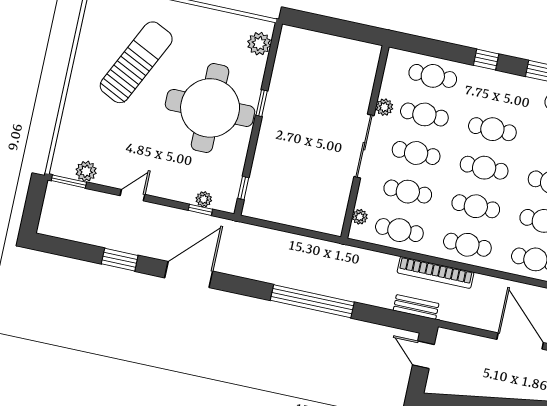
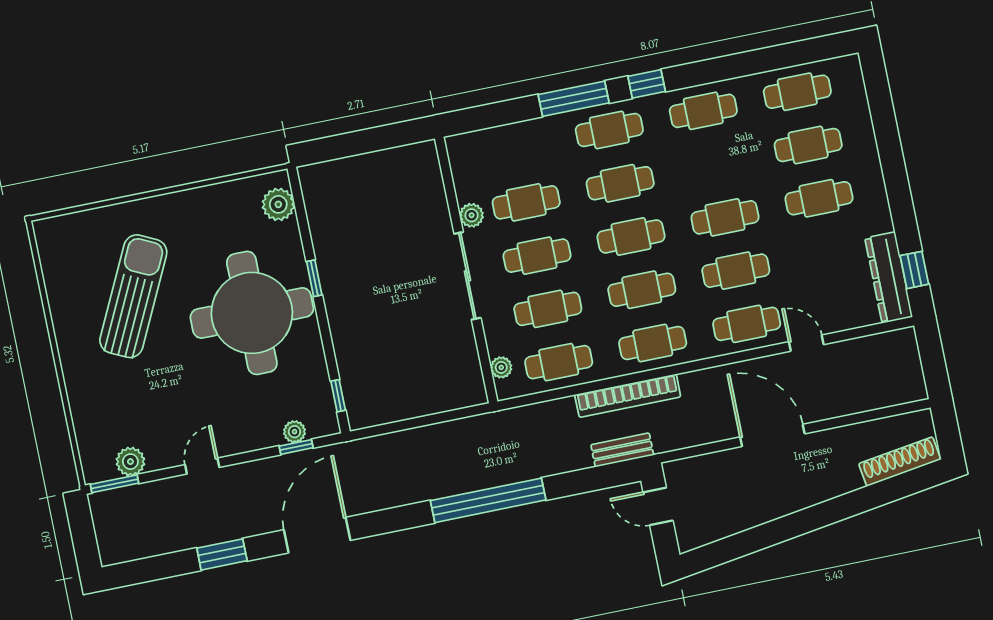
window: (486, 60) -> (574, 99), width x2.17
cafe table: (433, 76) -> (609, 130), moved

